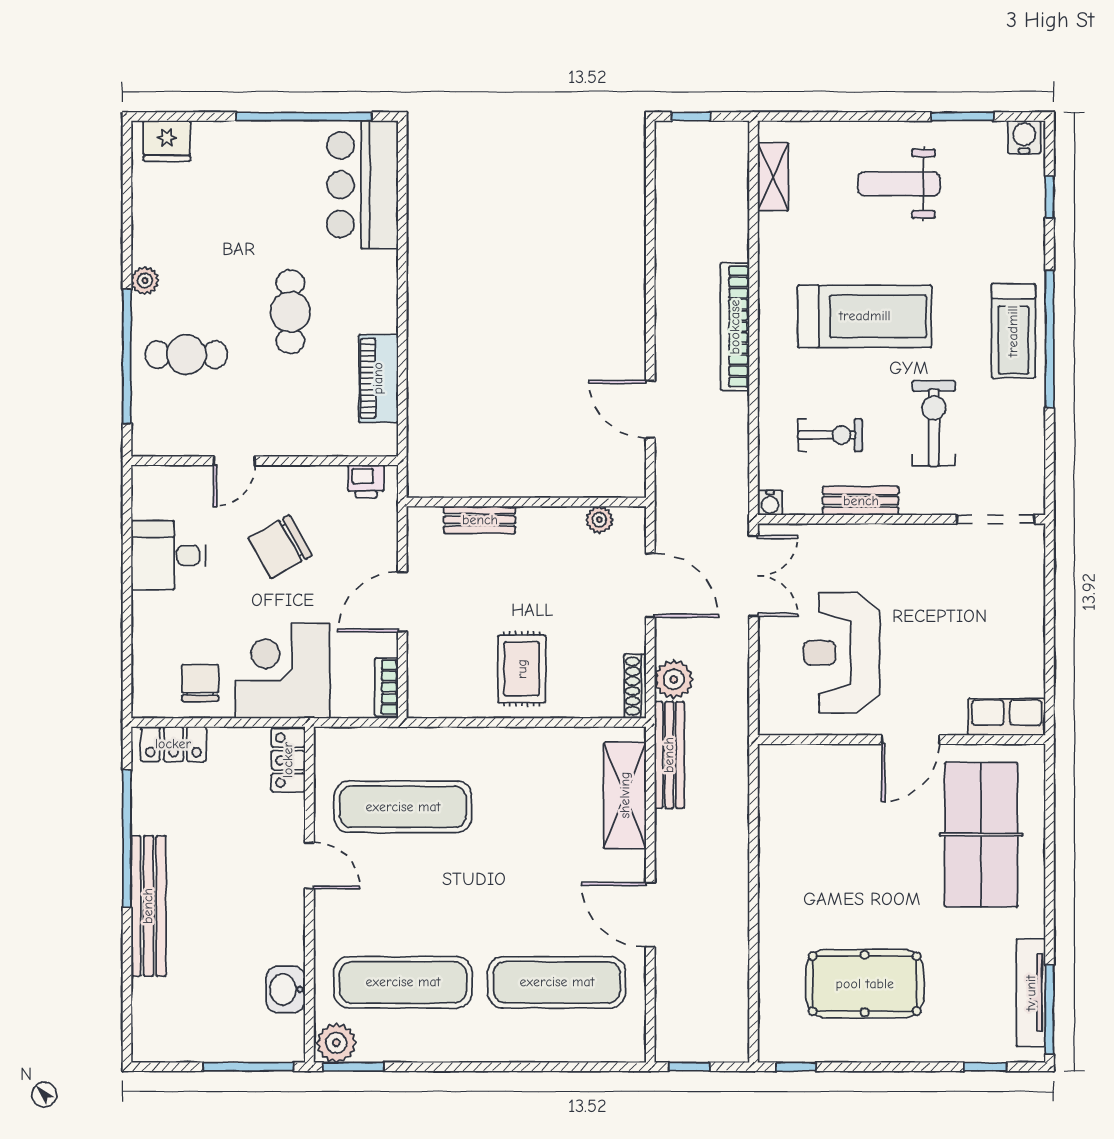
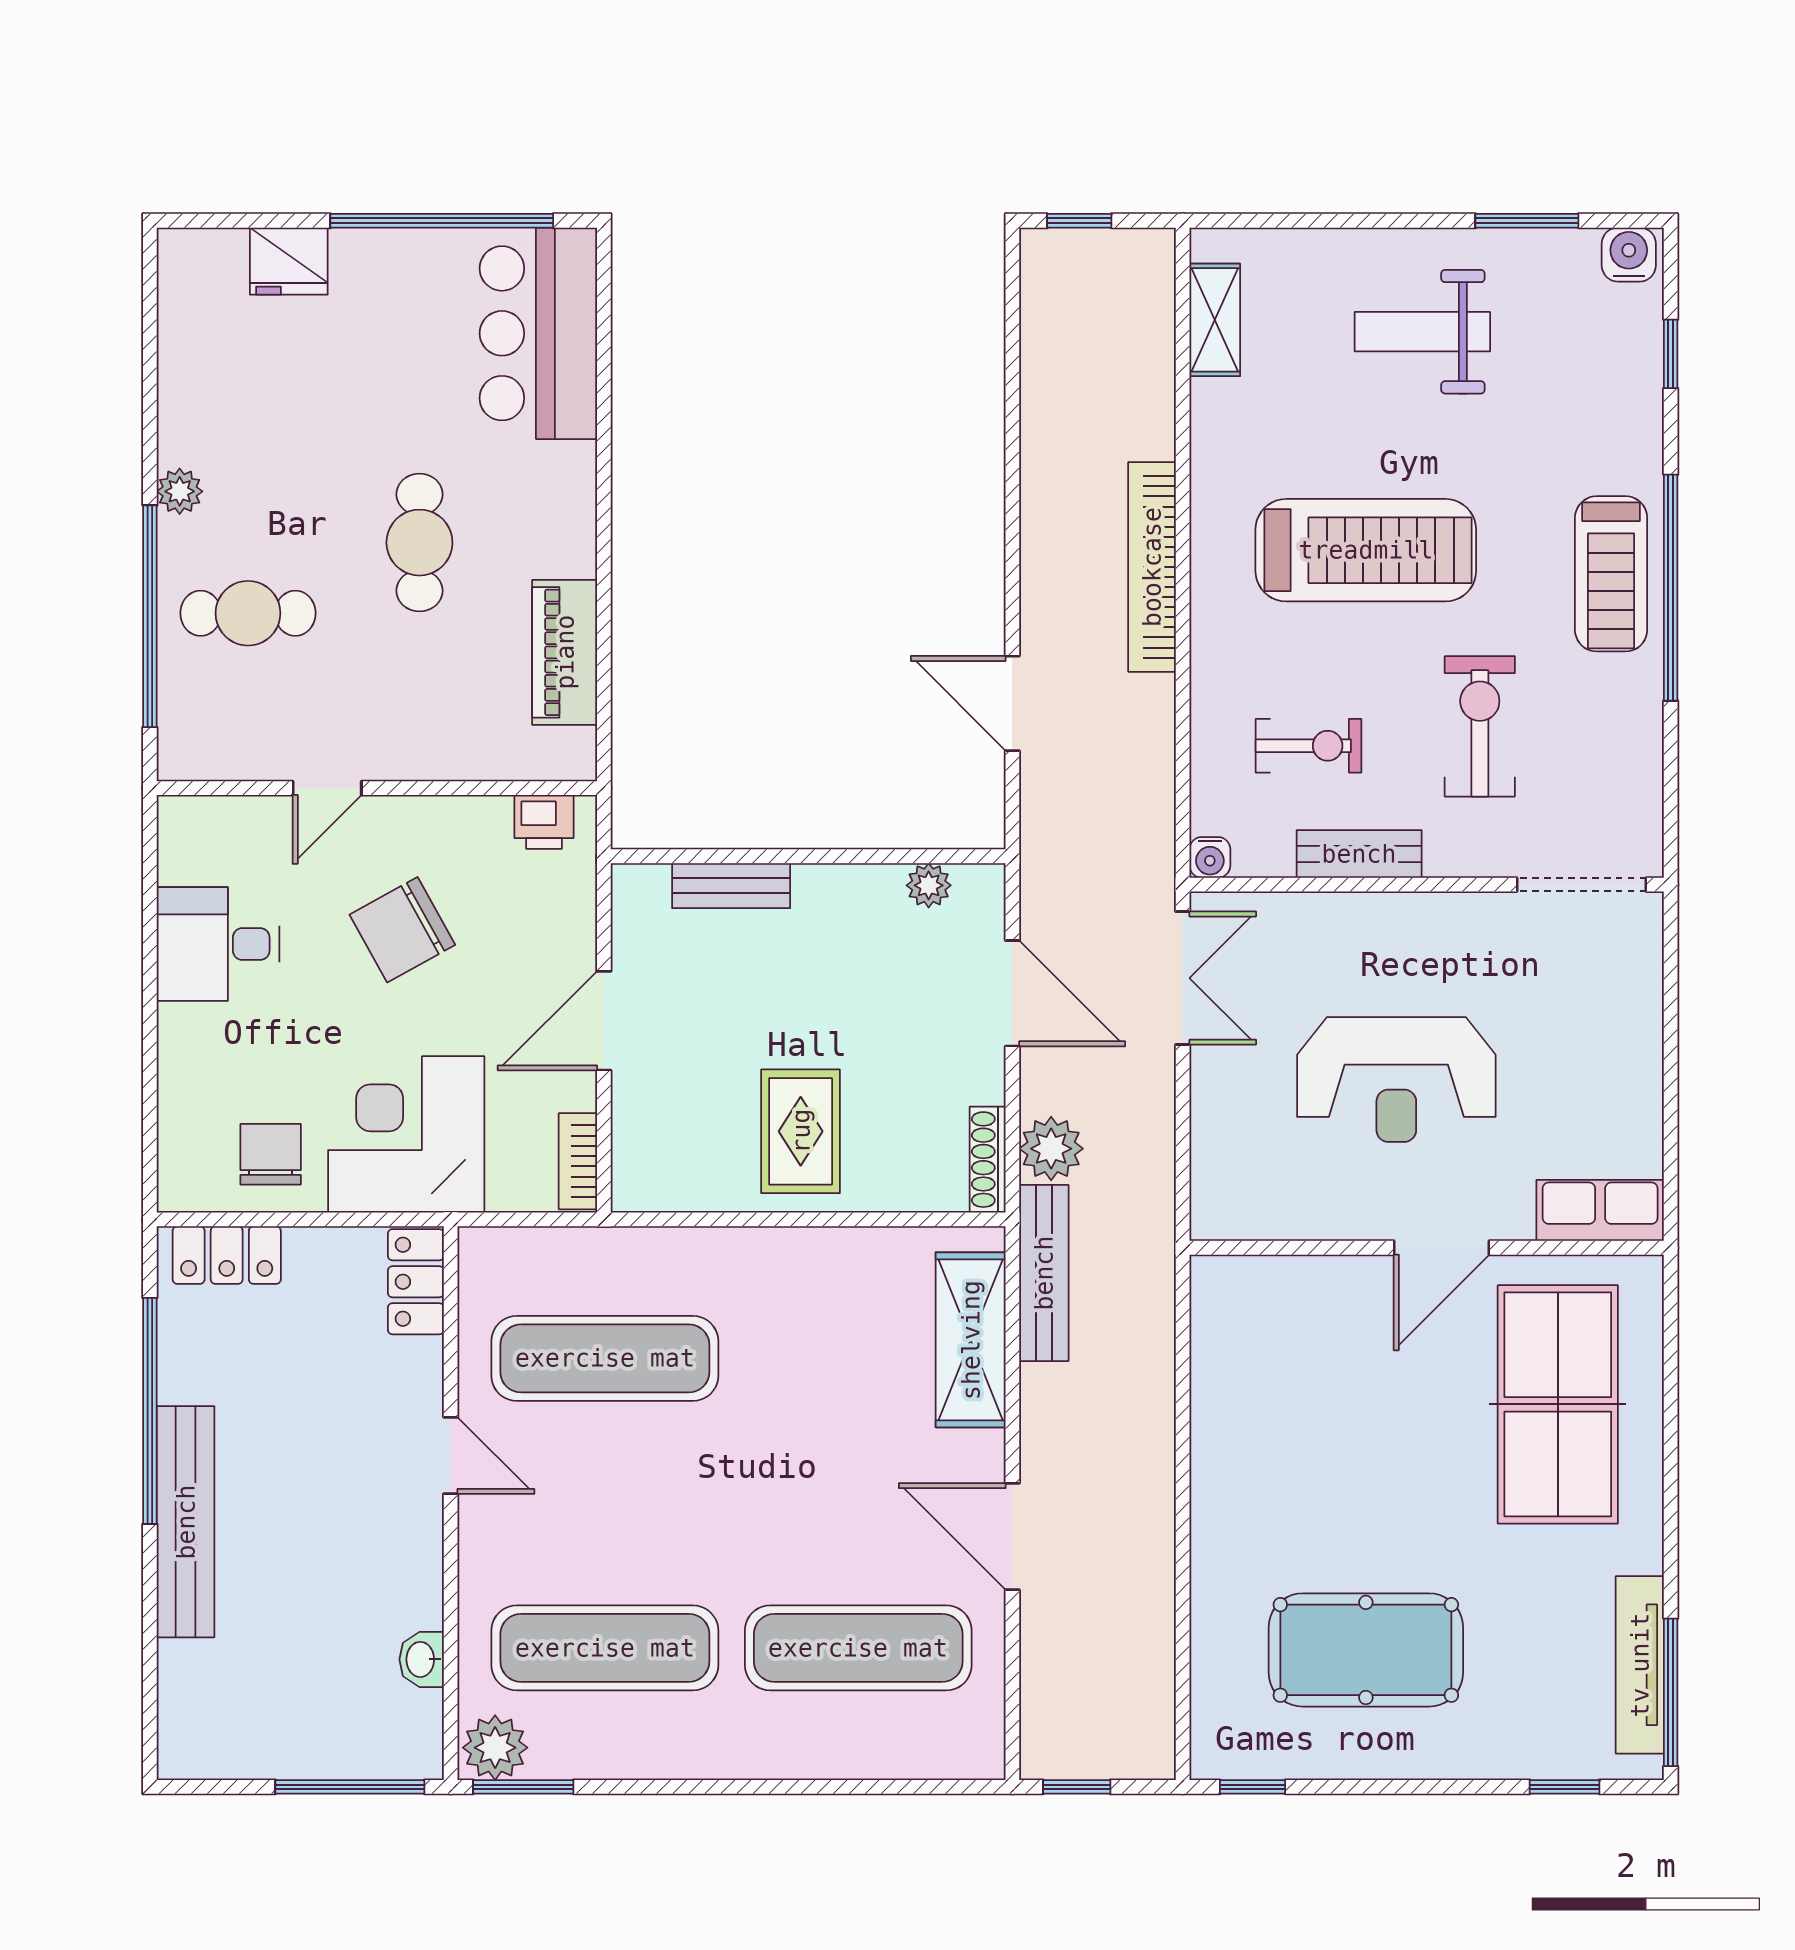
fridge: (167, 141) -> (289, 261), moved
reception desk: (842, 653) -> (1396, 1080), moved, turned -90
washbasin: (286, 989) -> (422, 1659), width x0.72, depth x0.69

